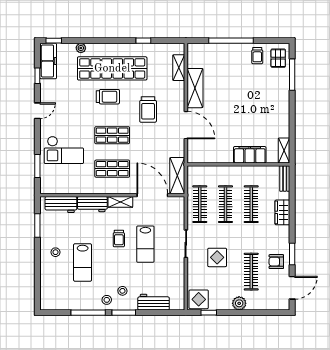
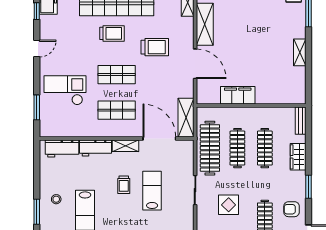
trolley: (148, 109) -> (155, 47), turned -90
checkout: (64, 150) -> (65, 90), turned 180
shelving: (284, 150) -> (300, 52), moved
filing cabinet: (250, 155) -> (238, 95), moved
clothes rail: (200, 204) -> (210, 148), width x1.37, depth x1.31
window: (37, 225) -> (37, 212), moved
lab bench: (145, 244) -> (152, 191), turned 180
window: (292, 254) -> (308, 187), moved

